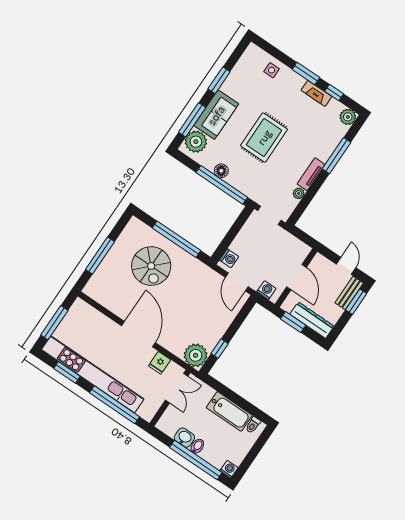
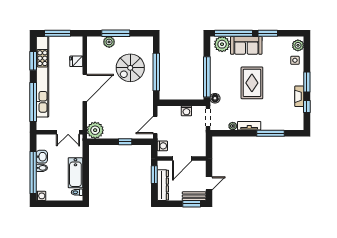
plant: (348, 117) -> (298, 45), moved
window: (192, 120) -> (233, 33), width x1.46
rug: (264, 137) -> (252, 83), turned 90
floor lamp: (221, 171) -> (215, 98), moved
washing machine: (229, 258) -> (186, 111), moved
plant: (105, 270) -> (109, 42), added
window: (220, 349) -> (125, 142), moved
fridge: (160, 363) -> (76, 61), moved

